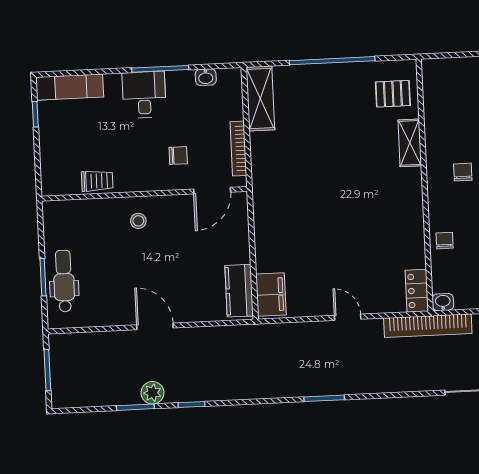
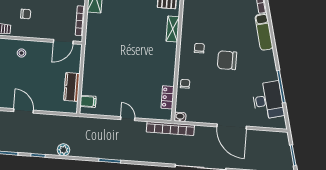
chair: (178, 155) -> (26, 14), moved
kitchen counter: (239, 291) -> (72, 87), moved
locker: (417, 291) -> (168, 97), moved
filing cabinet: (271, 295) -> (88, 101), width x0.50
plant: (152, 393) -> (63, 150), moved

